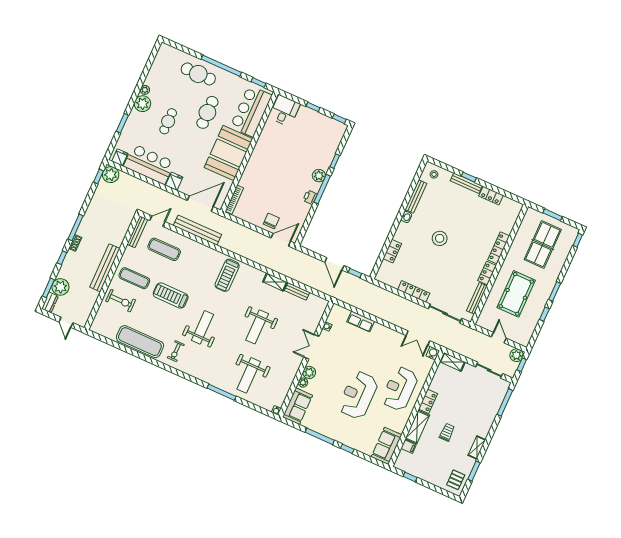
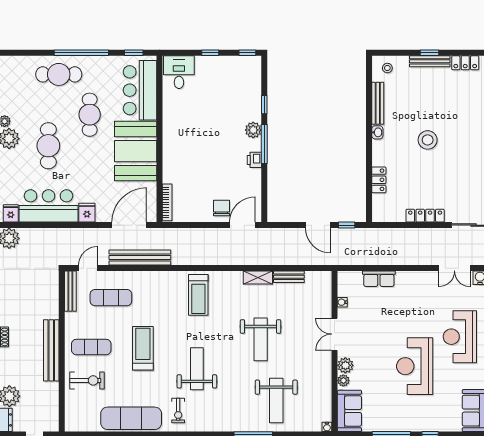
cafe table: (168, 121) -> (48, 146), width x1.37, depth x1.35
treadmill: (171, 296) -> (143, 348), turned 90

